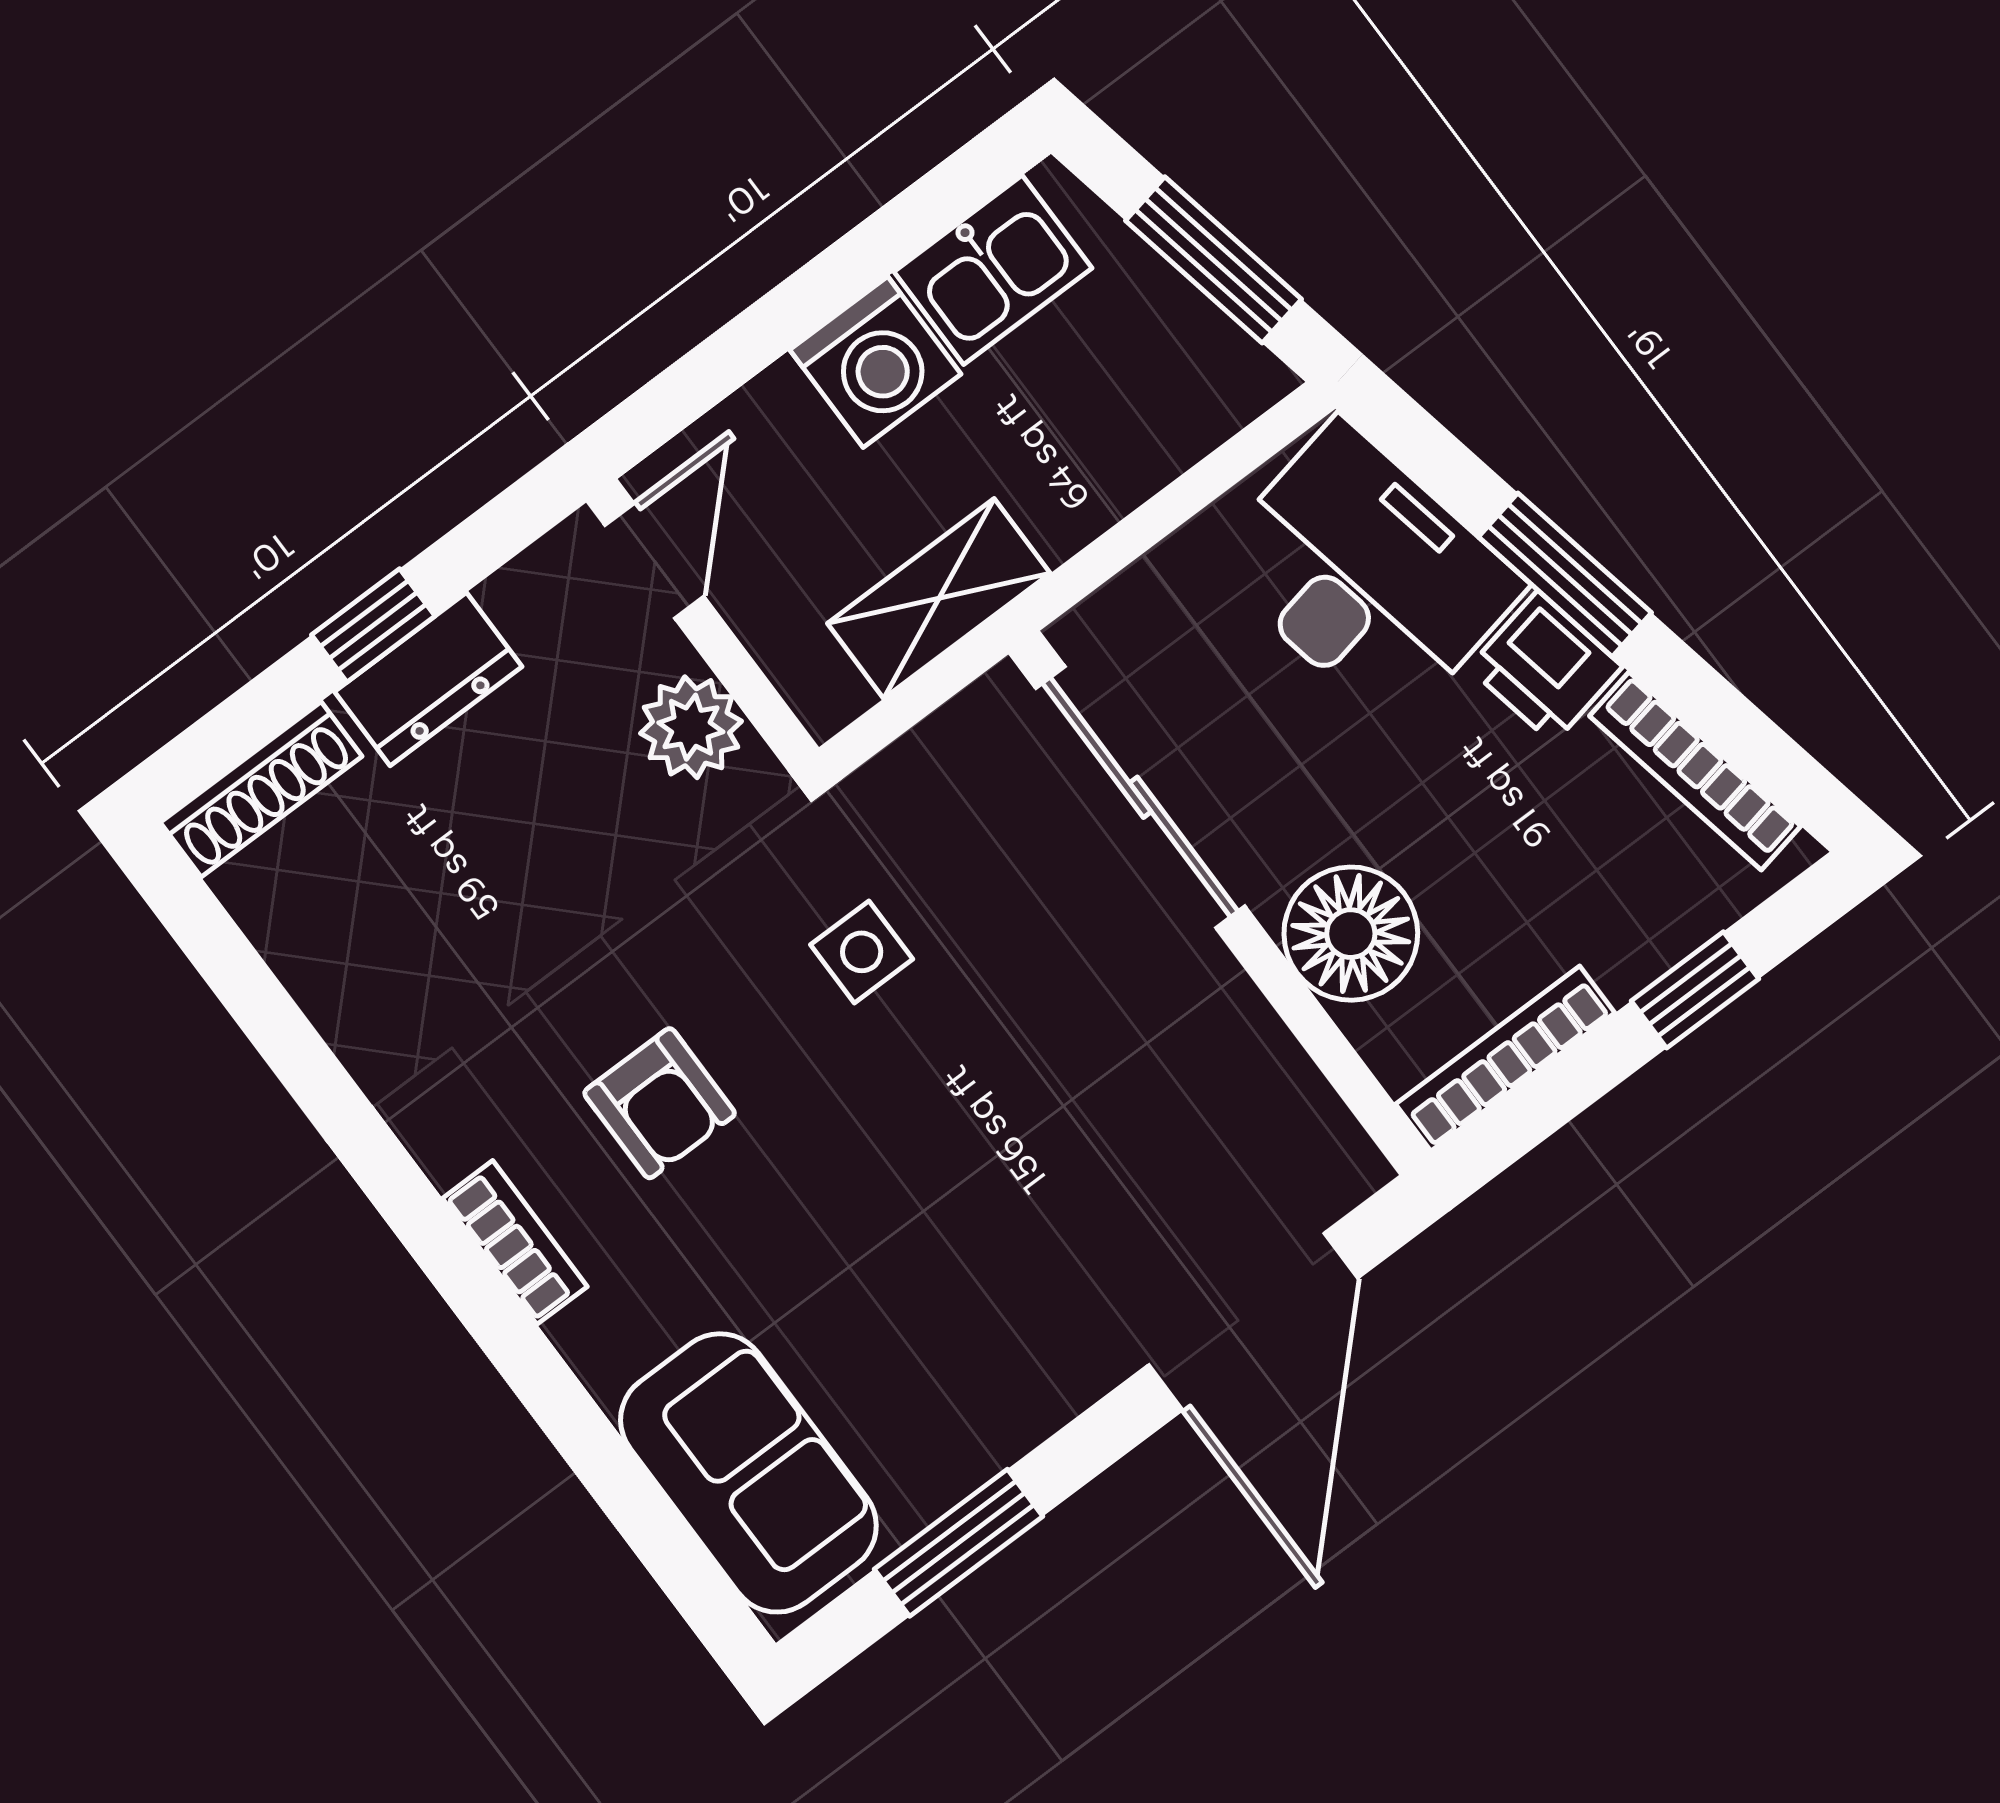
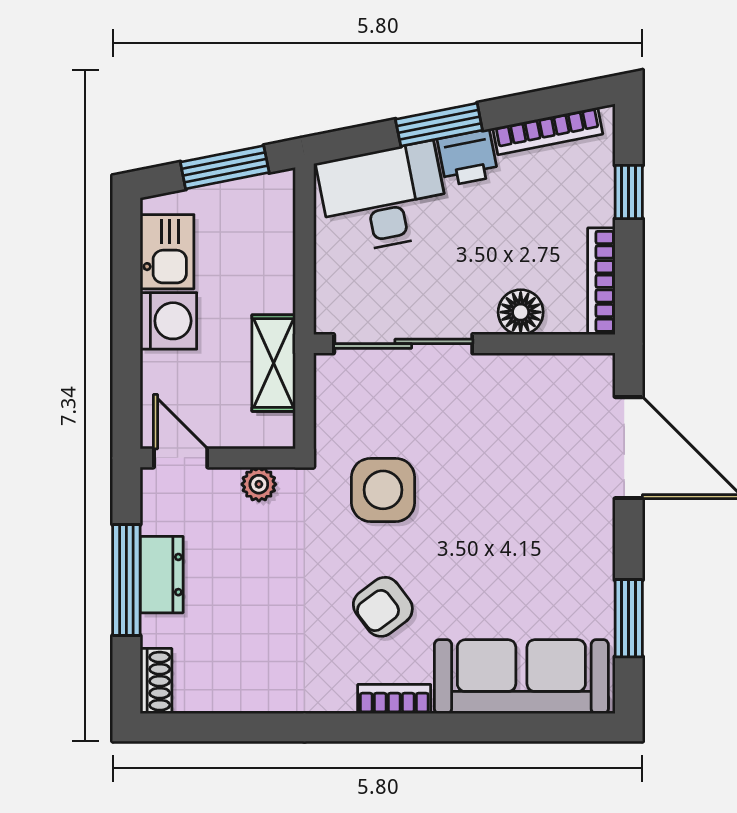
window: (373, 625) -> (126, 580), width x2.17
plant: (691, 727) -> (259, 484), width x0.73, depth x0.73
shoe rack: (261, 789) -> (156, 681), width x0.70
floor lamp: (1351, 934) -> (521, 312), width x0.73, depth x0.73
side table: (862, 952) -> (383, 490), width x1.87, depth x1.87
armchair: (660, 1103) -> (383, 607), turned 143
sofa: (748, 1473) -> (521, 677), width x1.36

